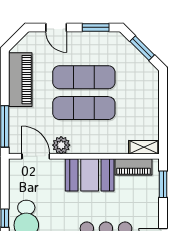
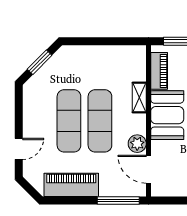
window: (96, 27) -> (19, 109), removed
shelving: (144, 147) -> (139, 98), moved
door: (36, 156) -> (148, 169), hinge flipped

